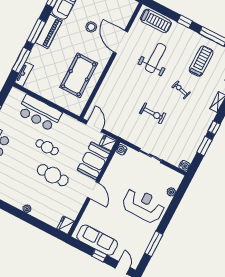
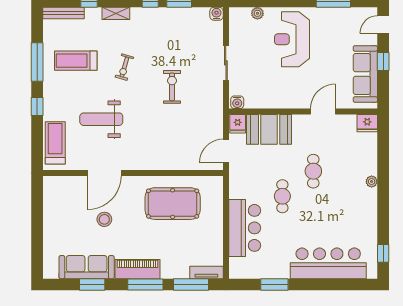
cafe table: (53, 175) -> (313, 171), width x0.73, depth x0.74
door: (93, 190) -> (323, 112), moved

